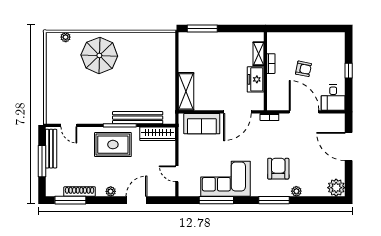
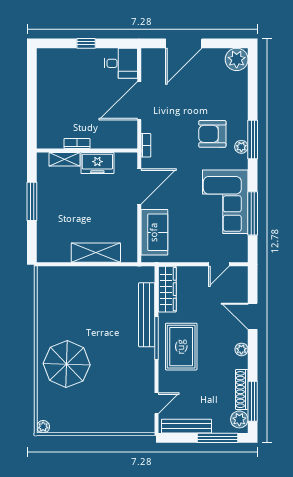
window: (202, 29) -> (32, 201), moved
plant: (66, 37) -> (43, 427), moved
armchair: (303, 69) -> (84, 101), removed
shelving: (186, 91) -> (96, 253), moved
door: (237, 112) -> (139, 187), hinge flipped
window: (42, 161) -> (217, 438), moved
plant: (56, 190) -> (239, 419), added
plant: (296, 191) -> (241, 147), moved

